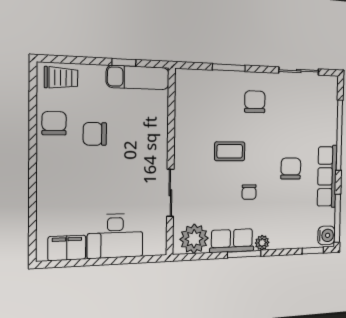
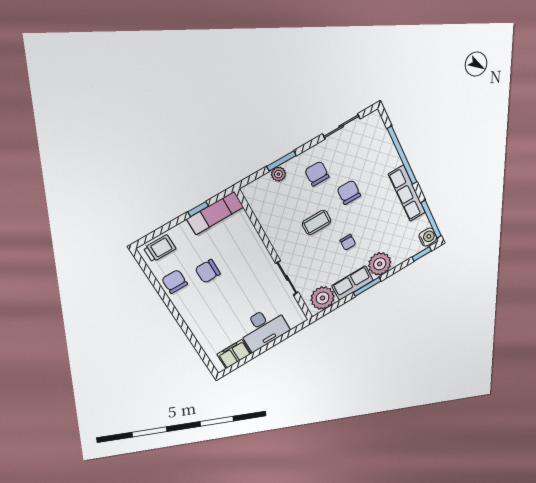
plant: (219, 79) -> (278, 174), added
chair: (291, 169) -> (349, 192), moved
plant: (262, 243) -> (380, 264), width x1.87, depth x1.87

